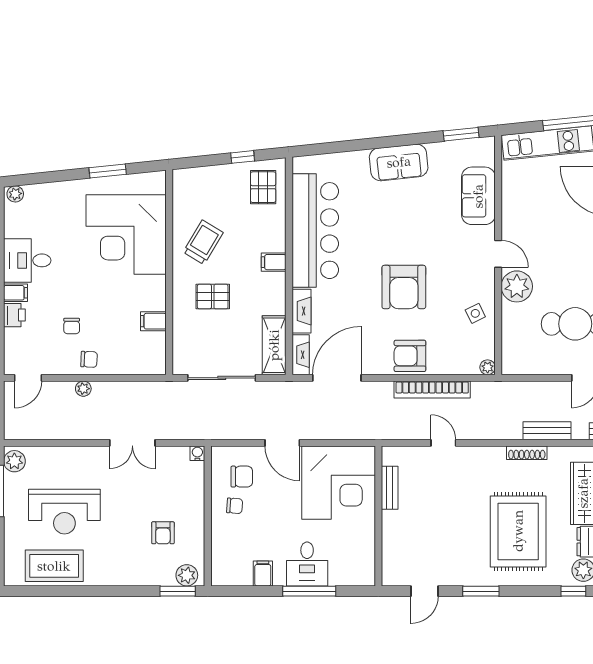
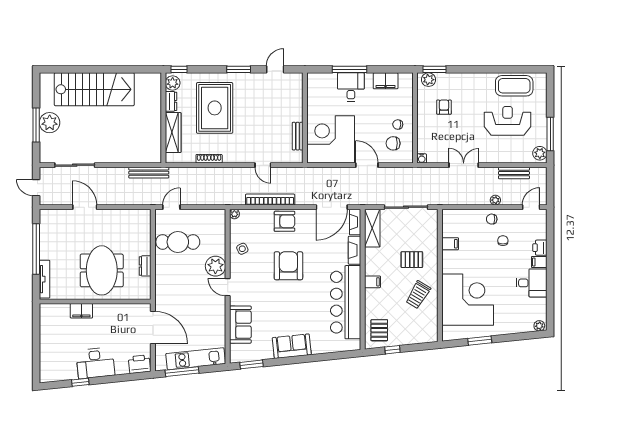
bench: (547, 431) -> (514, 173), moved
filing cabinet: (263, 573) -> (386, 81), width x2.00

